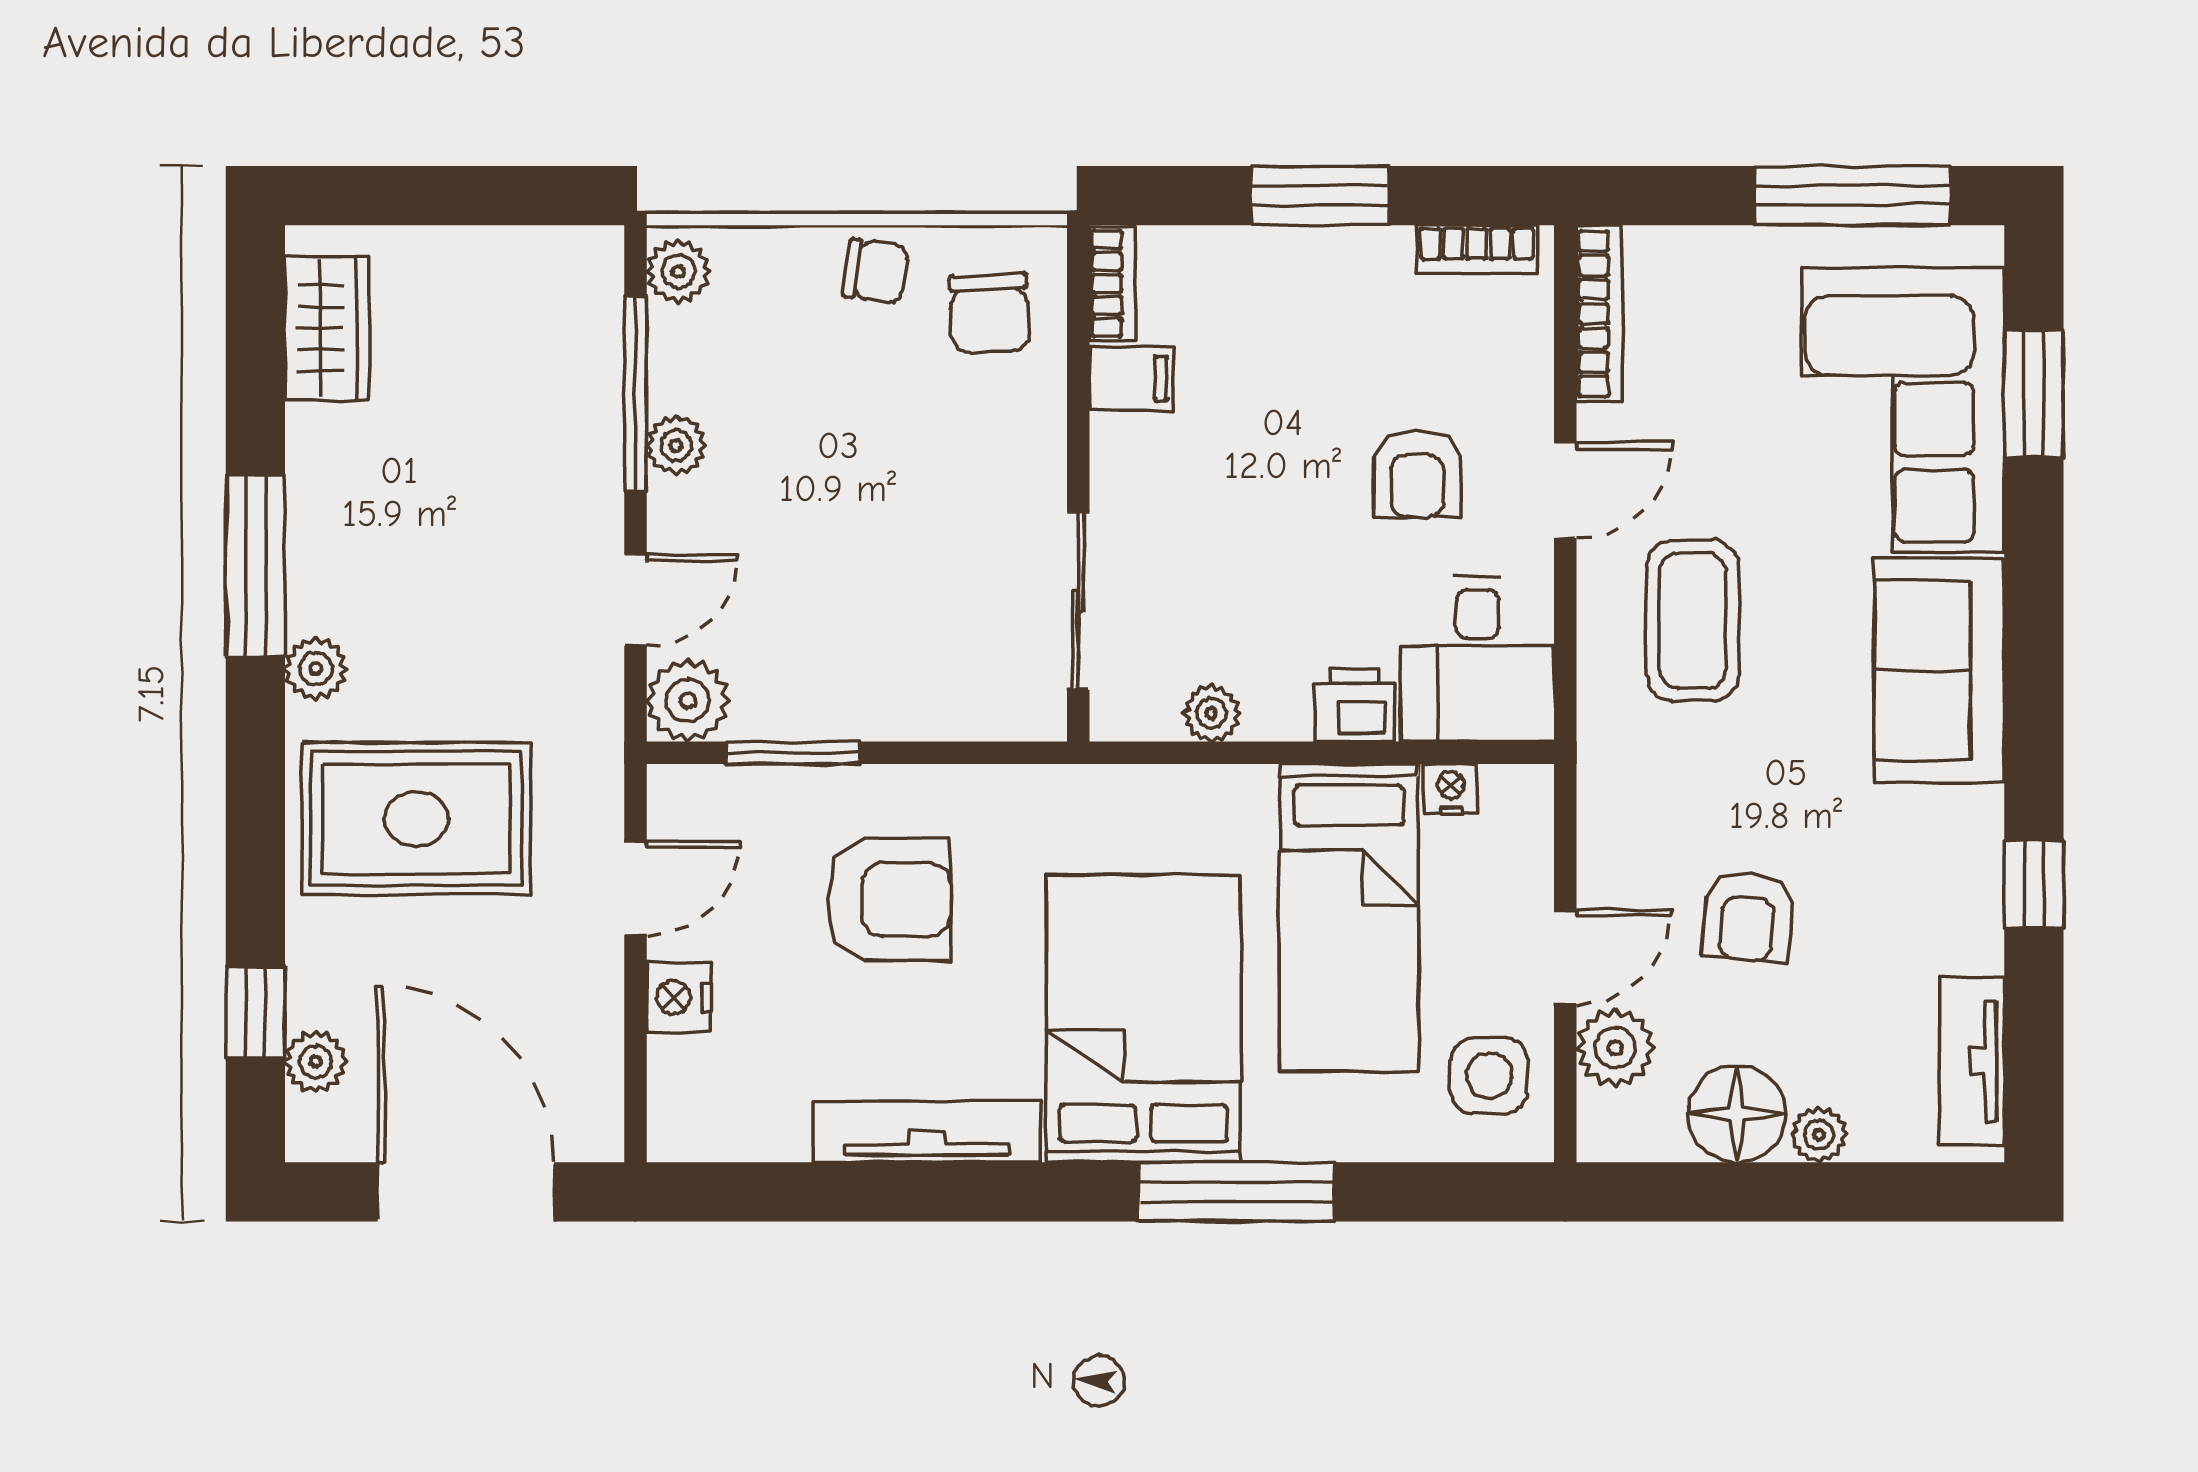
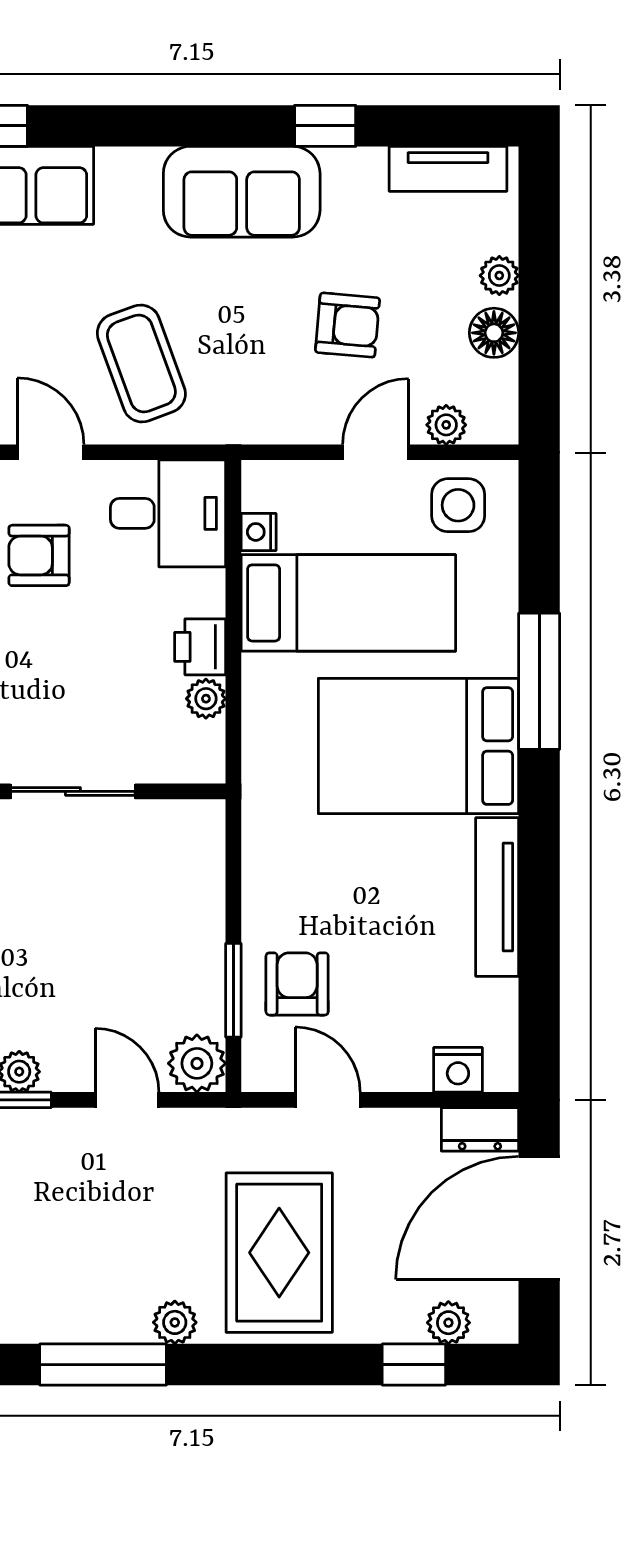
armchair: (1417, 474) -> (39, 555), turned 180
sliding door: (1078, 601) -> (73, 791), moved
coffee table: (1693, 621) -> (141, 363), turned 70
sofa: (1939, 671) -> (242, 192), moved
printer: (1355, 705) -> (200, 647), moved
armchair: (889, 899) -> (297, 984), moved, width x0.72, depth x0.72
door: (1565, 957) -> (376, 452), hinge flipped
nightstand: (679, 997) -> (458, 1070), moved
plant: (1615, 1048) -> (446, 425), width x0.73, depth x0.73
dresser: (593, 1107) -> (480, 1129), added
floor lamp: (1737, 1114) -> (494, 333), width x0.73, depth x0.73

